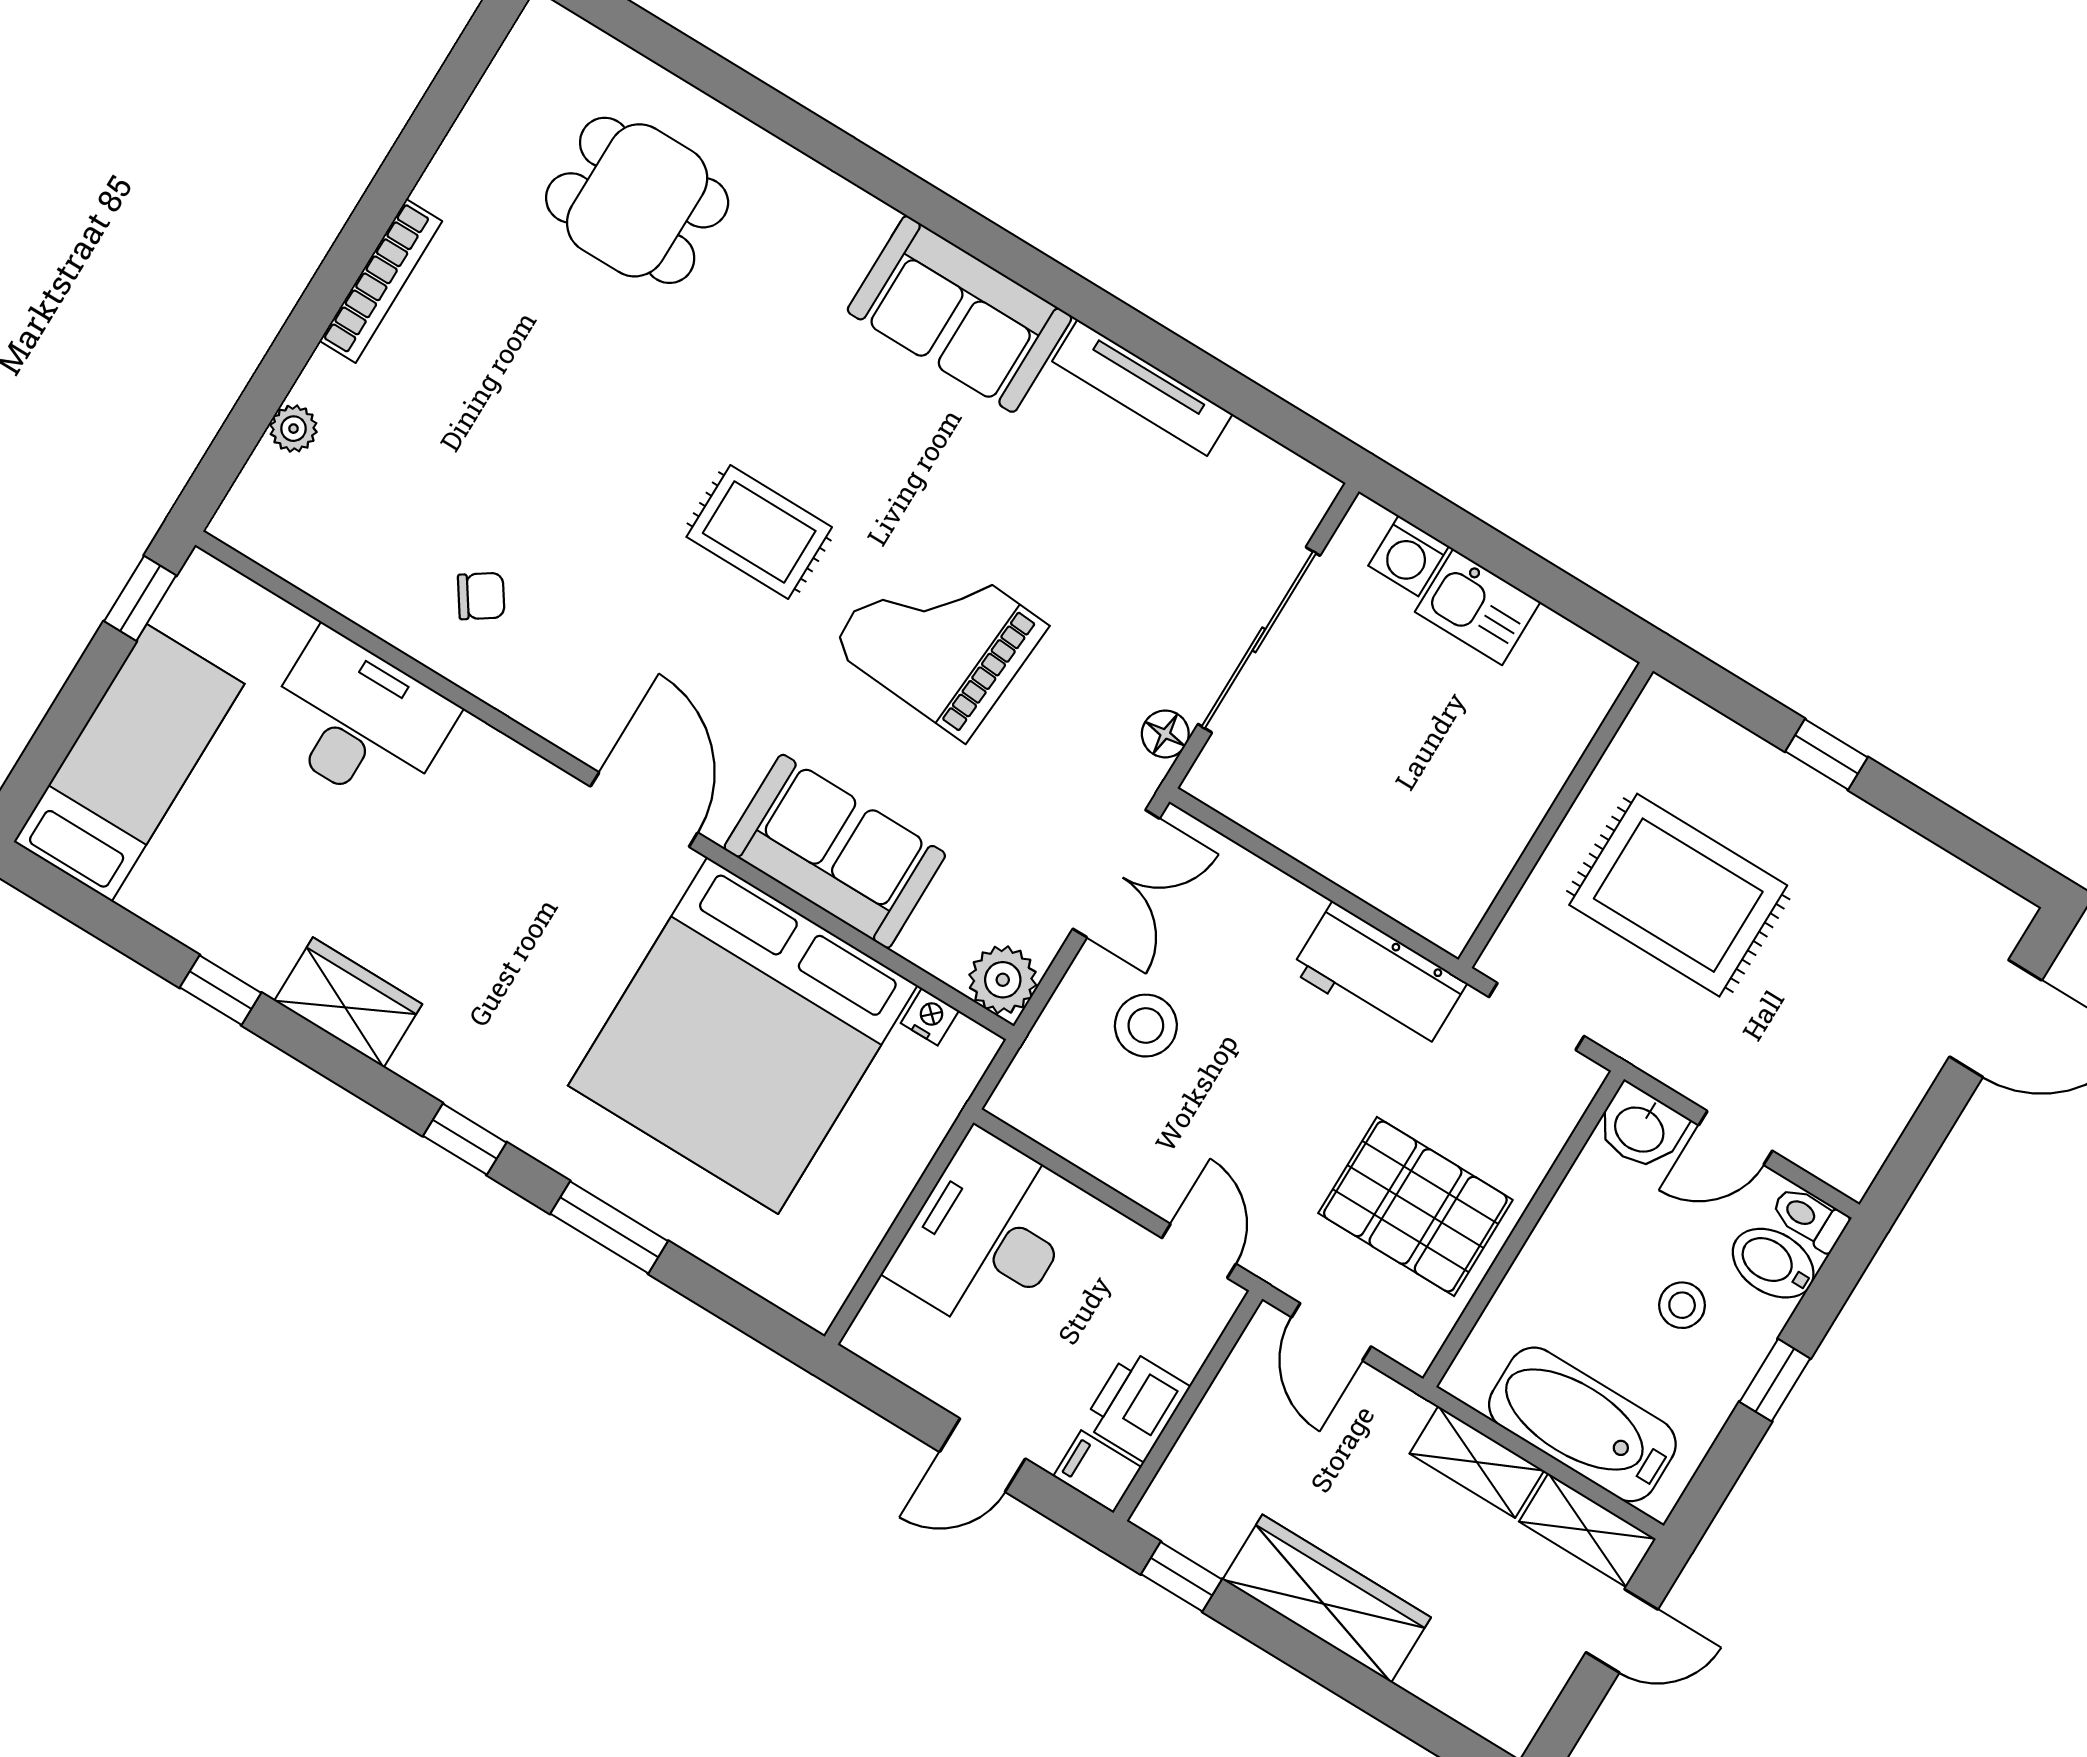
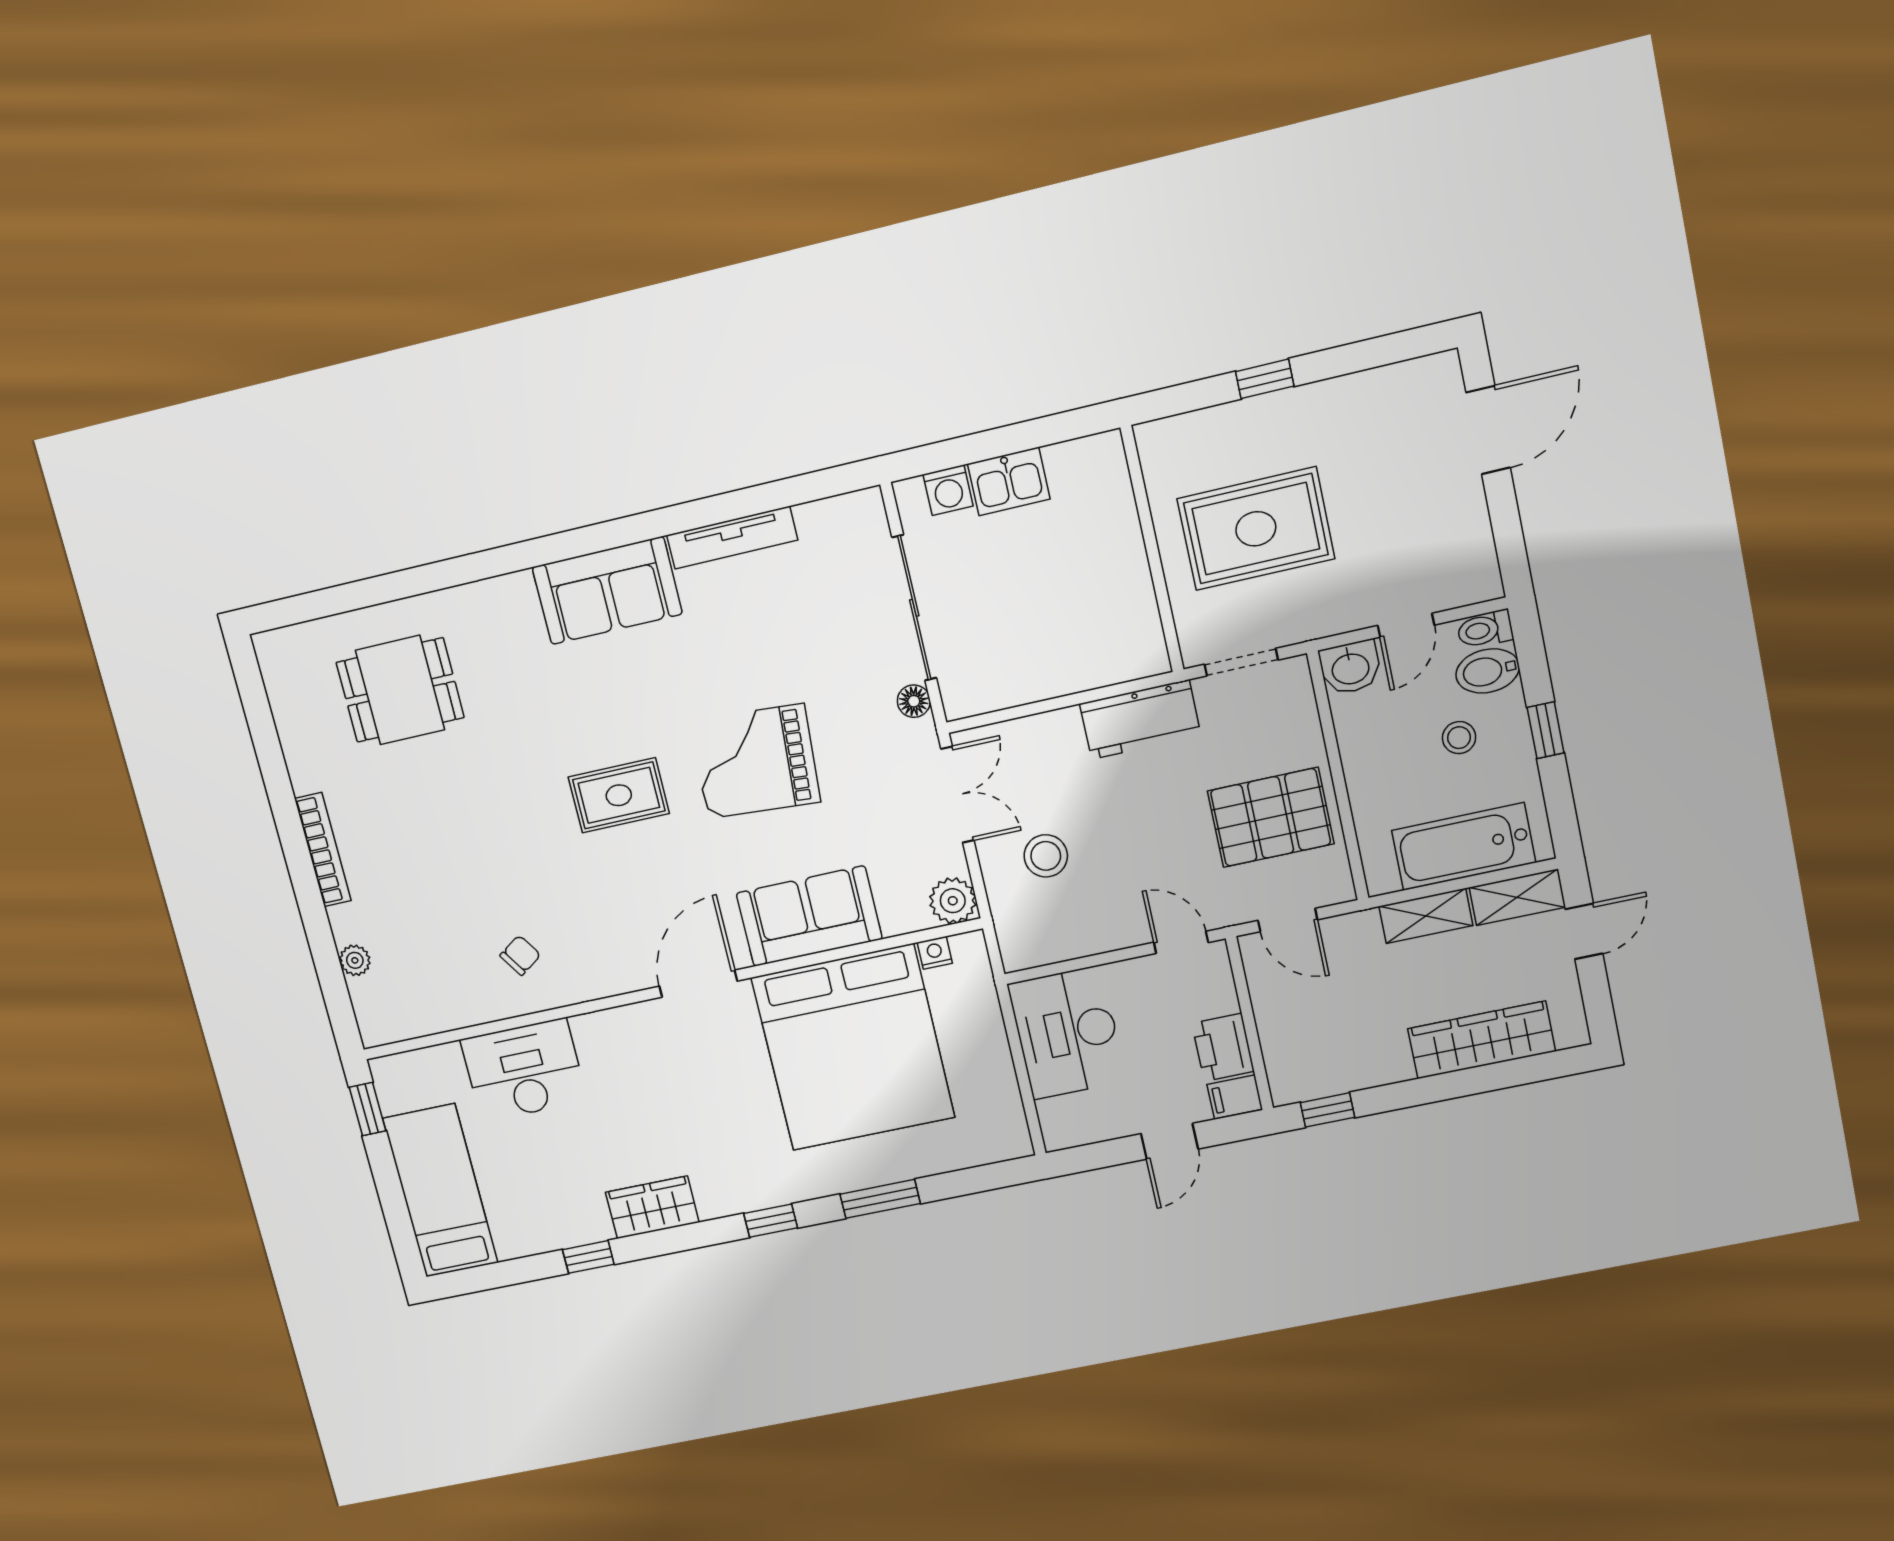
door: (644, 810) -> (698, 984), hinge flipped
wardrobe: (1327, 1599) -> (1482, 1040), moved

